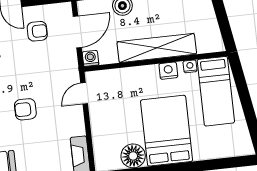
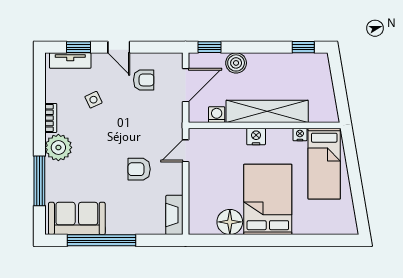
washing machine: (90, 58) -> (217, 115), moved
nightstand: (168, 71) -> (256, 137), moved
armchair: (25, 109) -> (139, 169), moved

